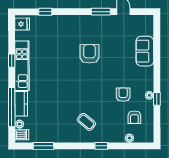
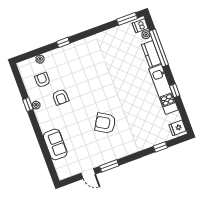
armchair: (89, 54) -> (105, 123), turned 121
coffee table: (86, 122) -> (85, 60), removed
window: (43, 146) -> (127, 19), moved

